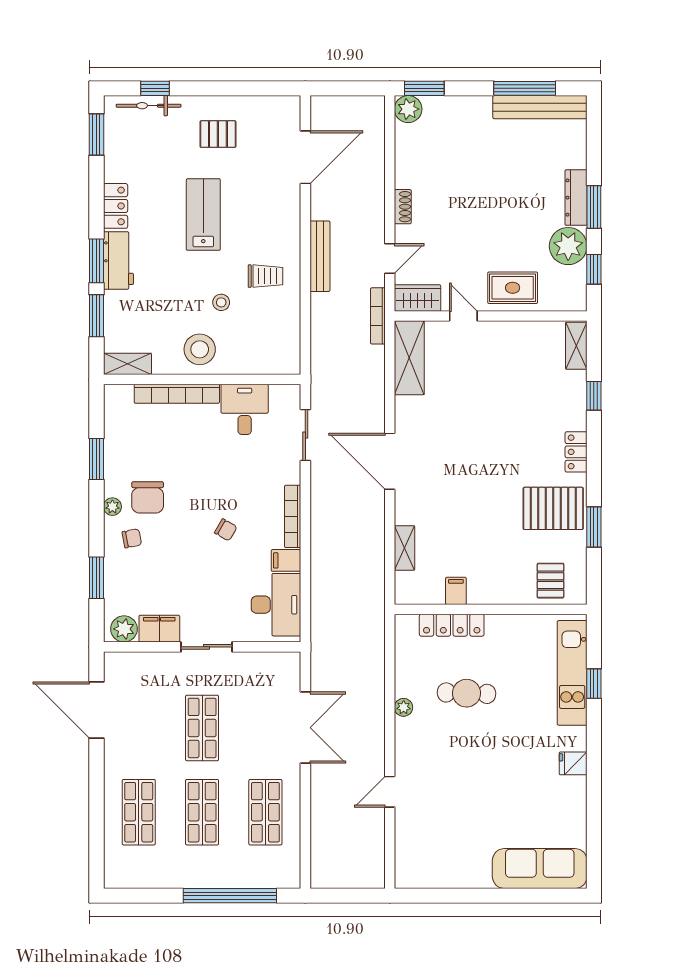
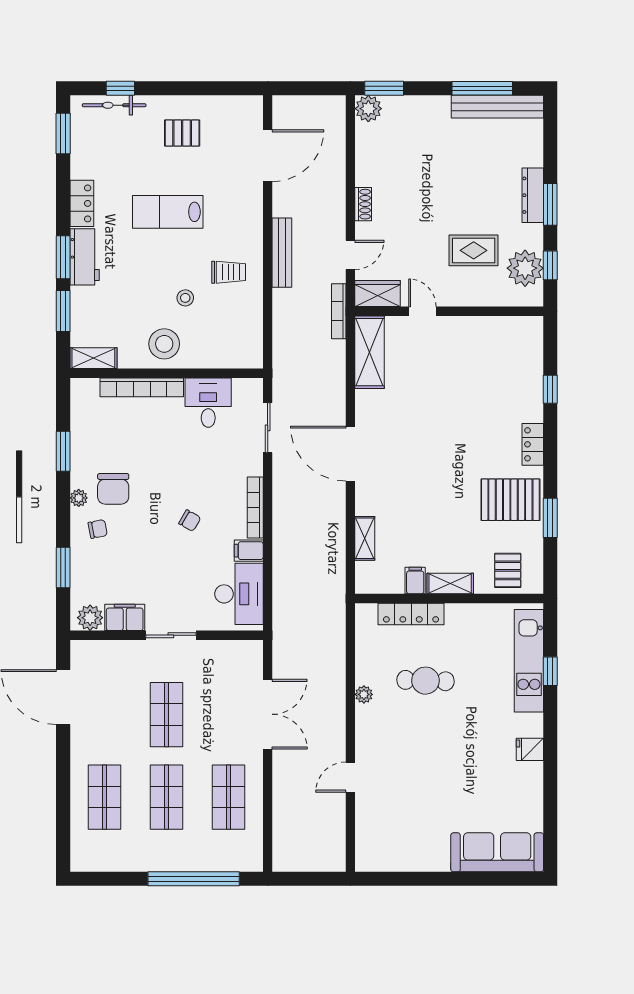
lab bench: (203, 215) -> (168, 212), turned -90
plant: (568, 246) -> (525, 268), moved
rug: (513, 288) -> (474, 250), moved
shelving: (576, 346) -> (450, 583), moved, turned 90

